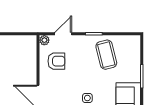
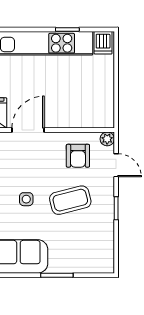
coffee table: (106, 55) -> (70, 200), moved

